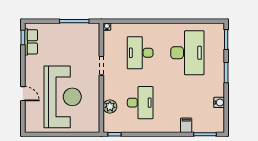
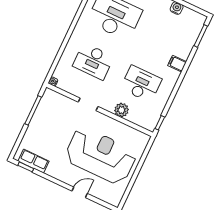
plant: (110, 107) -> (121, 110), moved
filing cabinet: (186, 125) -> (177, 64), moved

